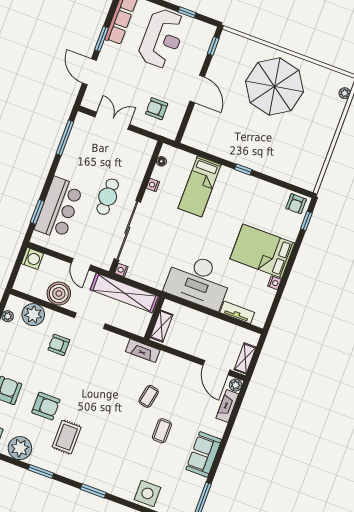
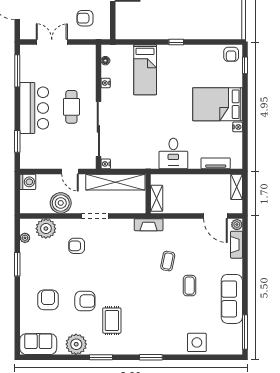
bar counter: (59, 208) -> (34, 108), moved
desk: (198, 281) -> (173, 154), width x0.53, depth x0.77
shelving: (245, 358) -> (237, 187), moved
sofa: (204, 454) -> (232, 299), width x1.36

